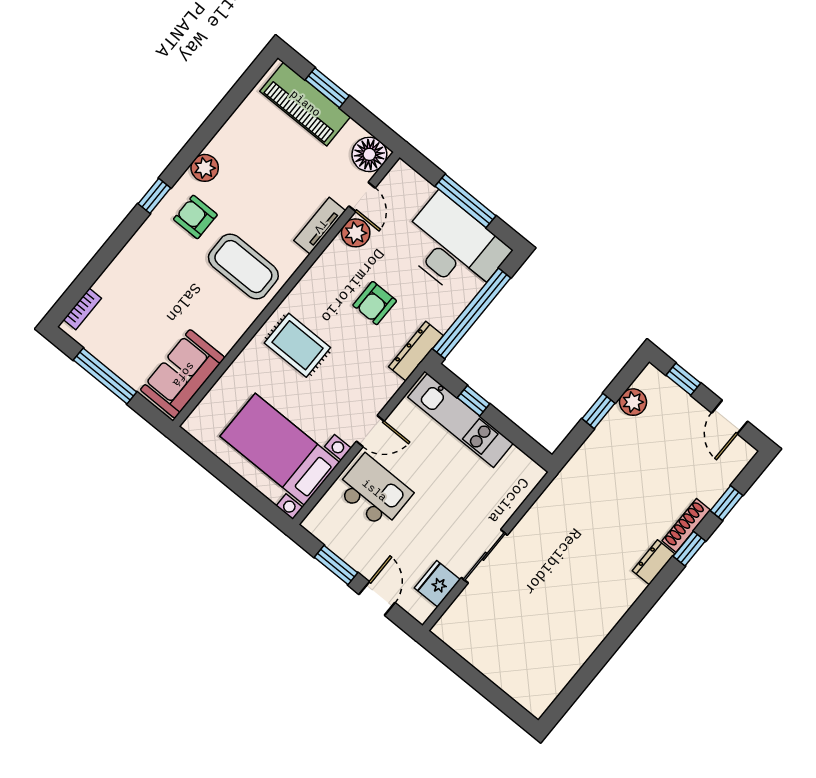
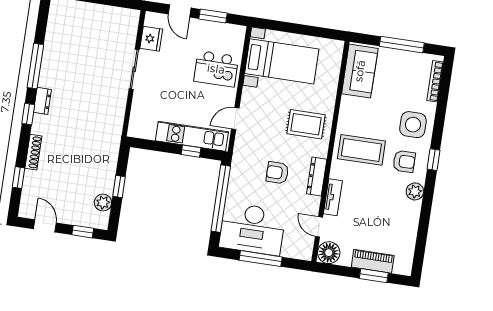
piano: (305, 104) -> (373, 261), width x0.73, depth x0.75
plant: (356, 233) -> (311, 205), removed
side table: (154, 259) -> (413, 125), added
armchair: (375, 303) -> (277, 173), turned -90
bookcase: (82, 309) -> (435, 81), width x1.56
dresser: (416, 351) -> (317, 176), moved, turned 180
door: (370, 431) -> (235, 119), moved
window: (689, 549) -> (28, 114), moved
dresser: (654, 562) -> (42, 101), moved
window: (615, 639) -> (35, 66), added

